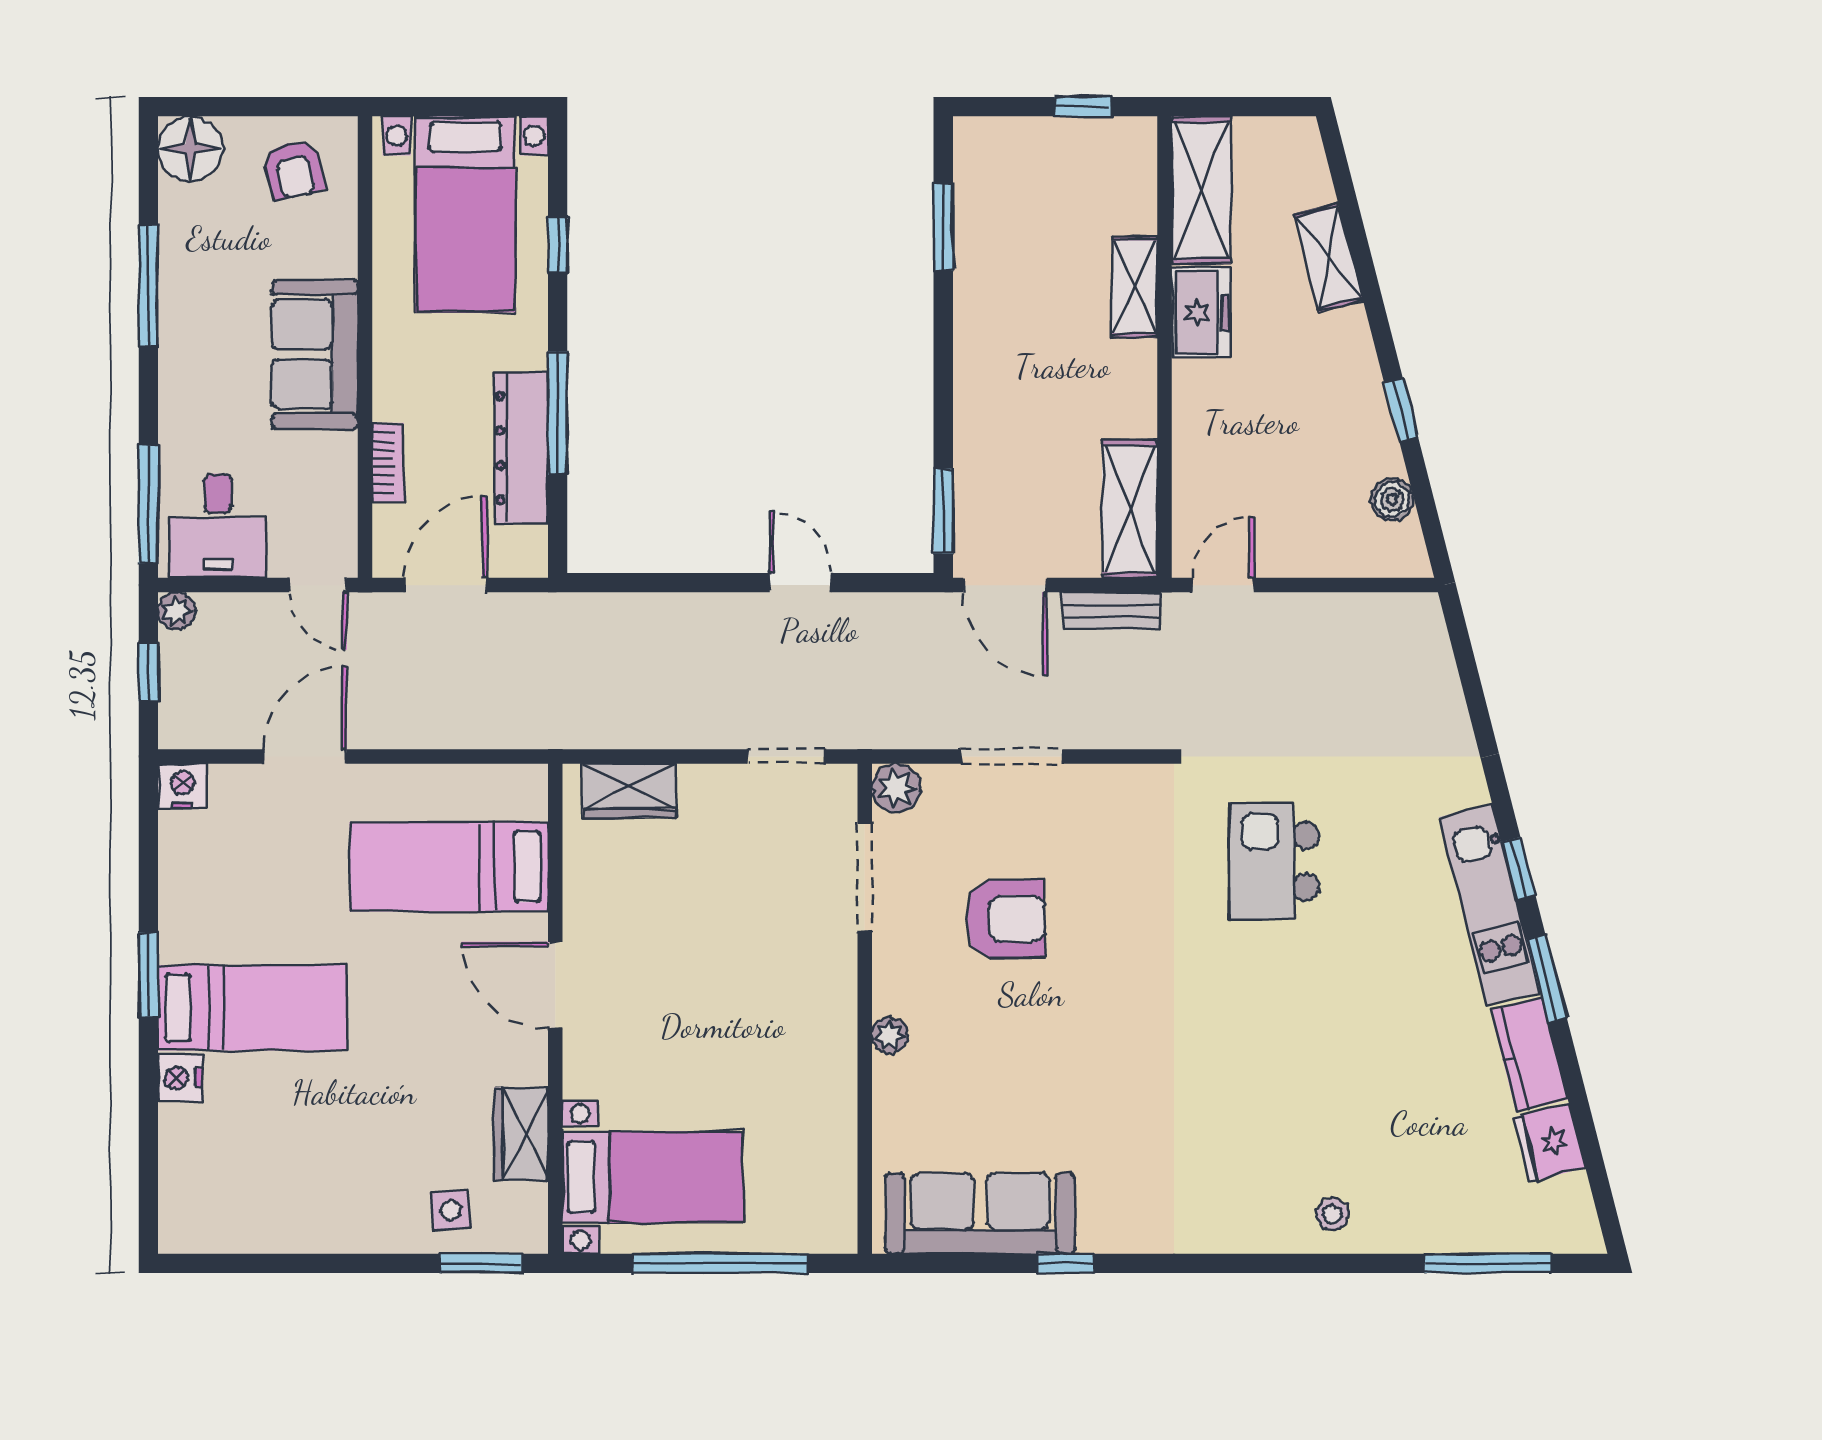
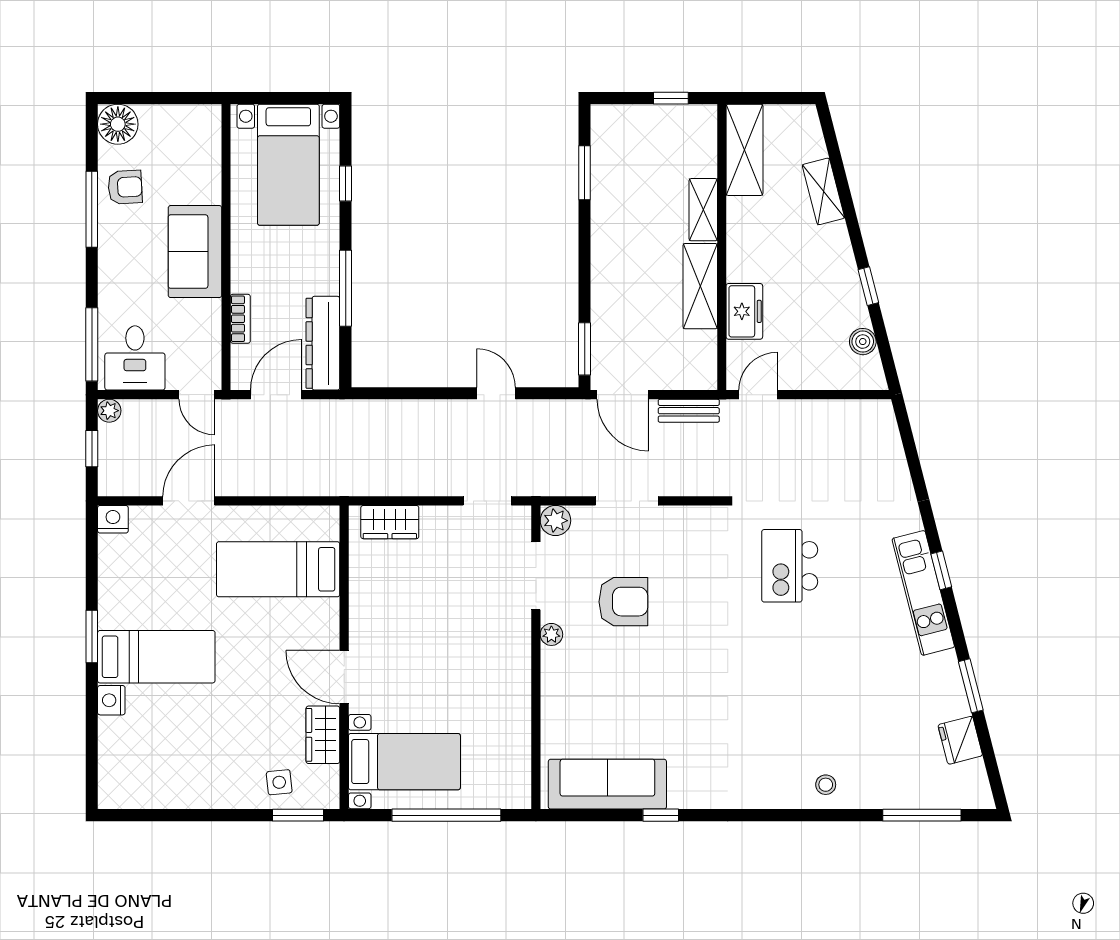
armchair: (293, 170) -> (125, 187), moved, turned -79
freezer: (1201, 313) -> (744, 311), moved
dresser: (521, 448) -> (323, 343), moved
shelving: (1130, 509) -> (700, 286), moved
window: (1547, 978) -> (971, 686), moved
door: (555, 985) -> (344, 677), moved
plant: (890, 1036) -> (551, 634), moved
kitchen counter: (1529, 1054) -> (948, 686), removed

